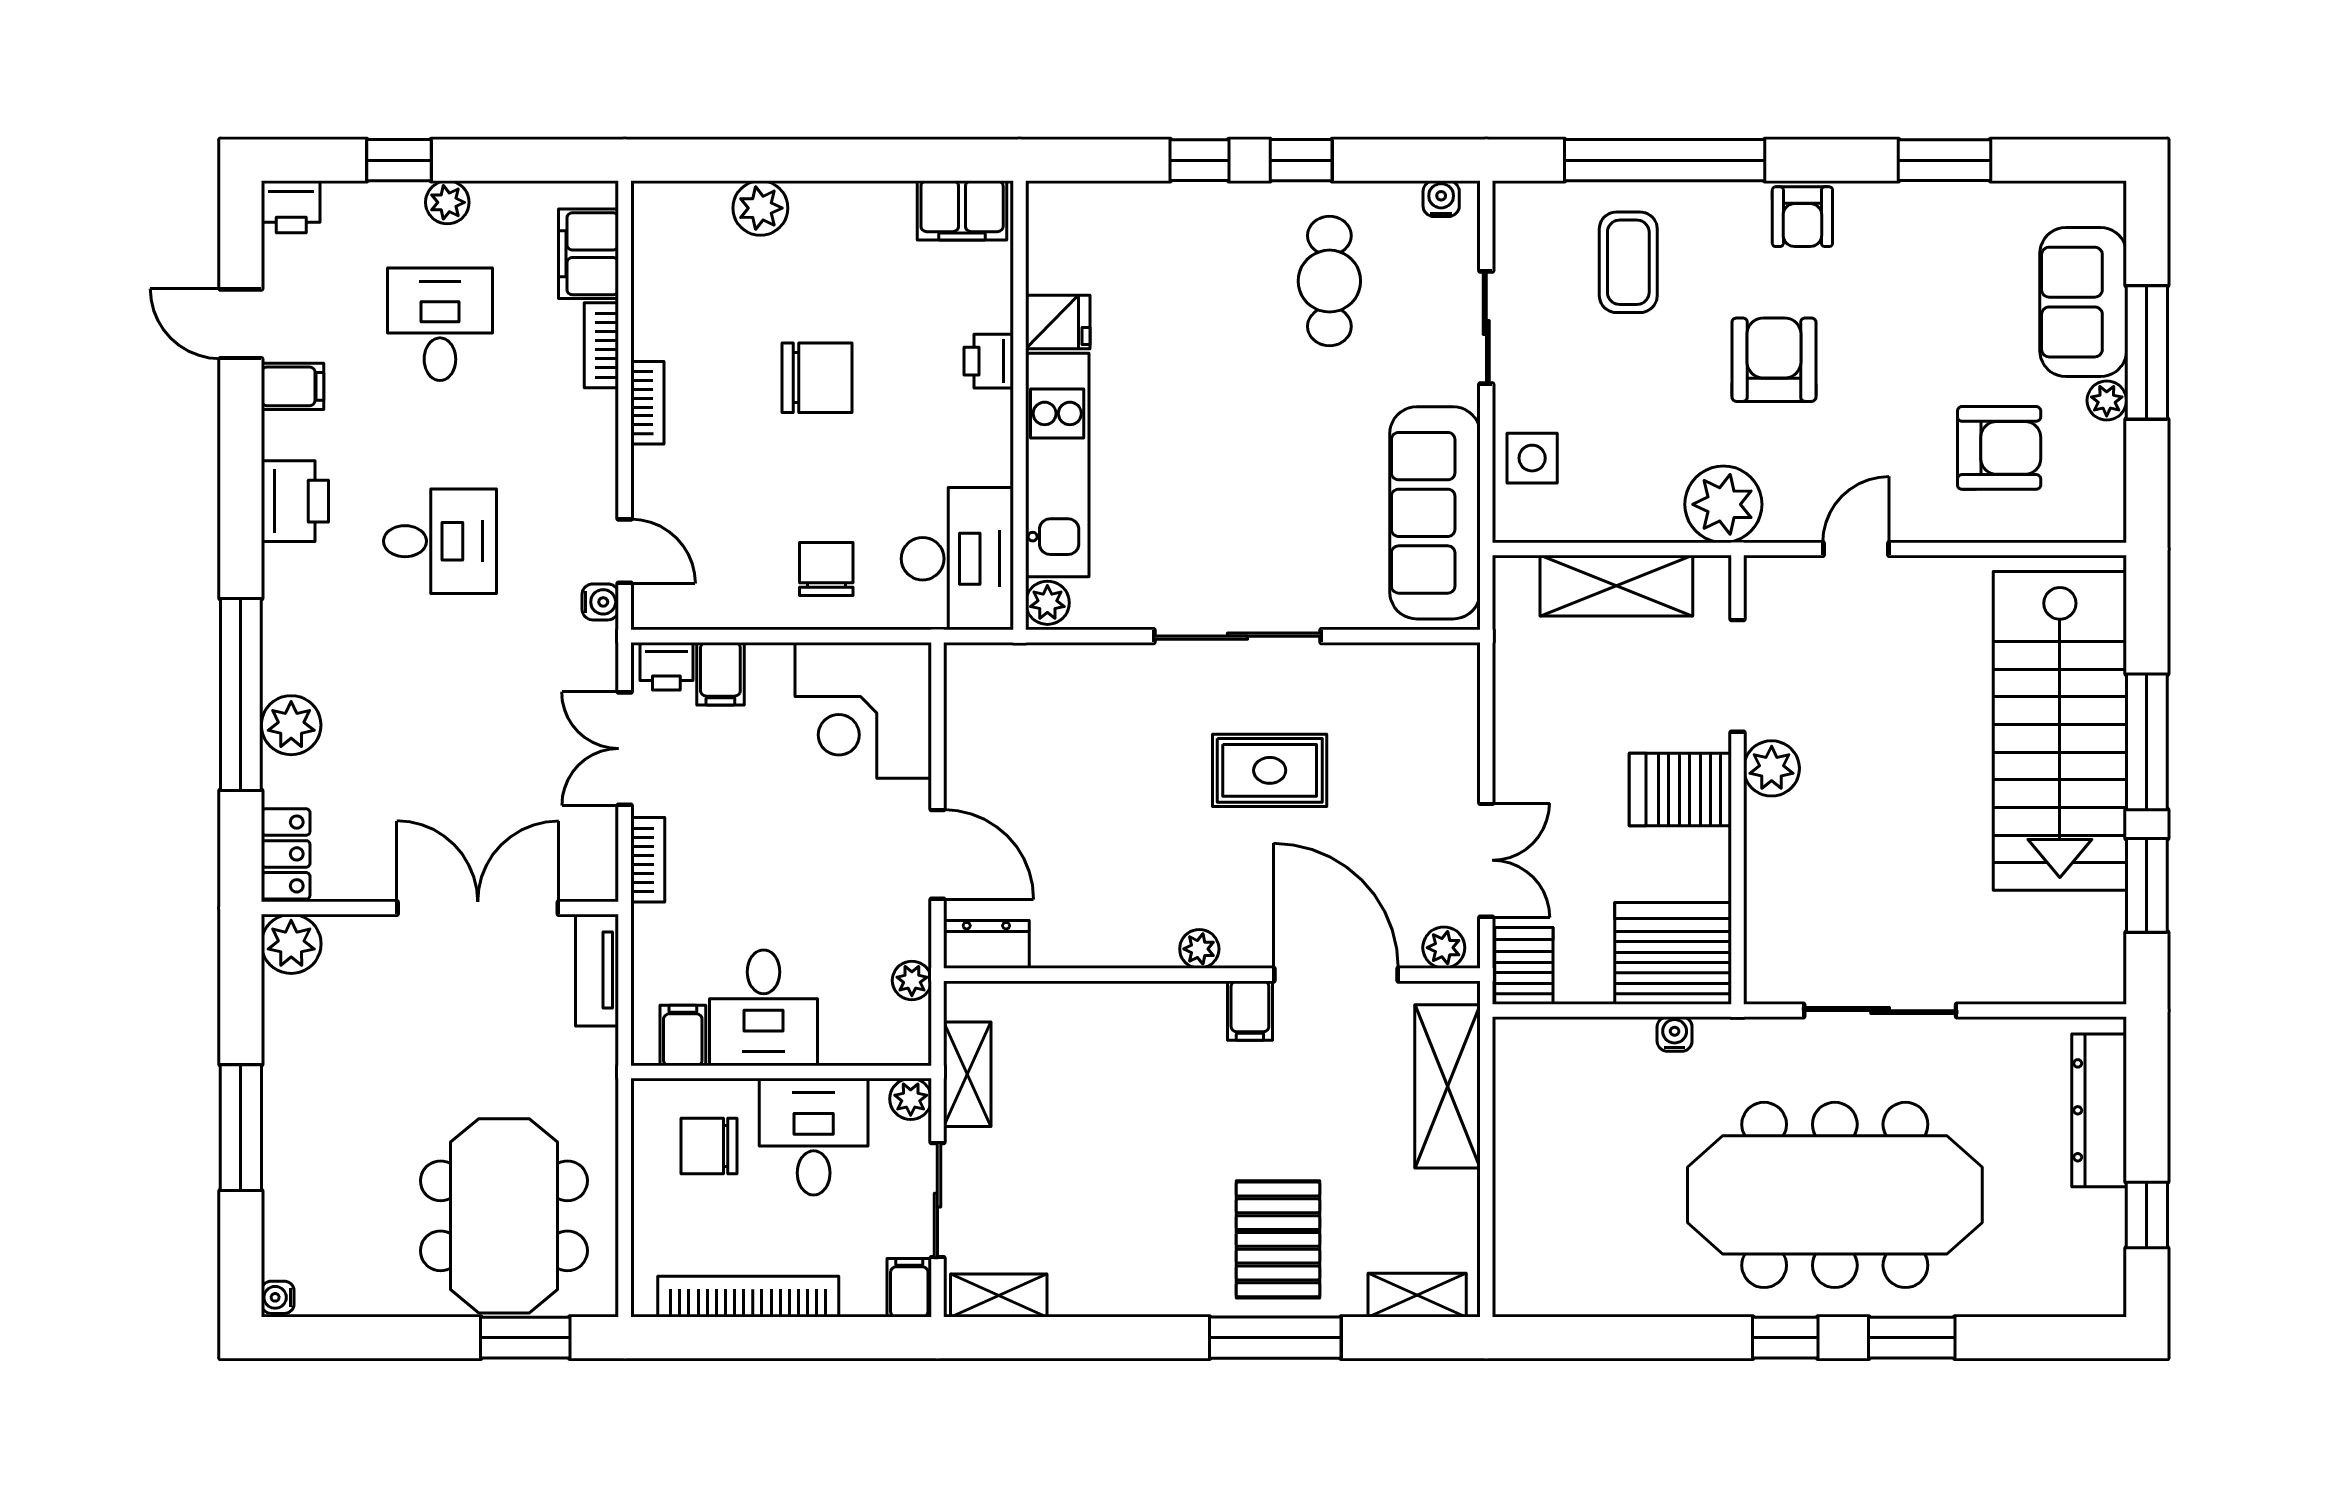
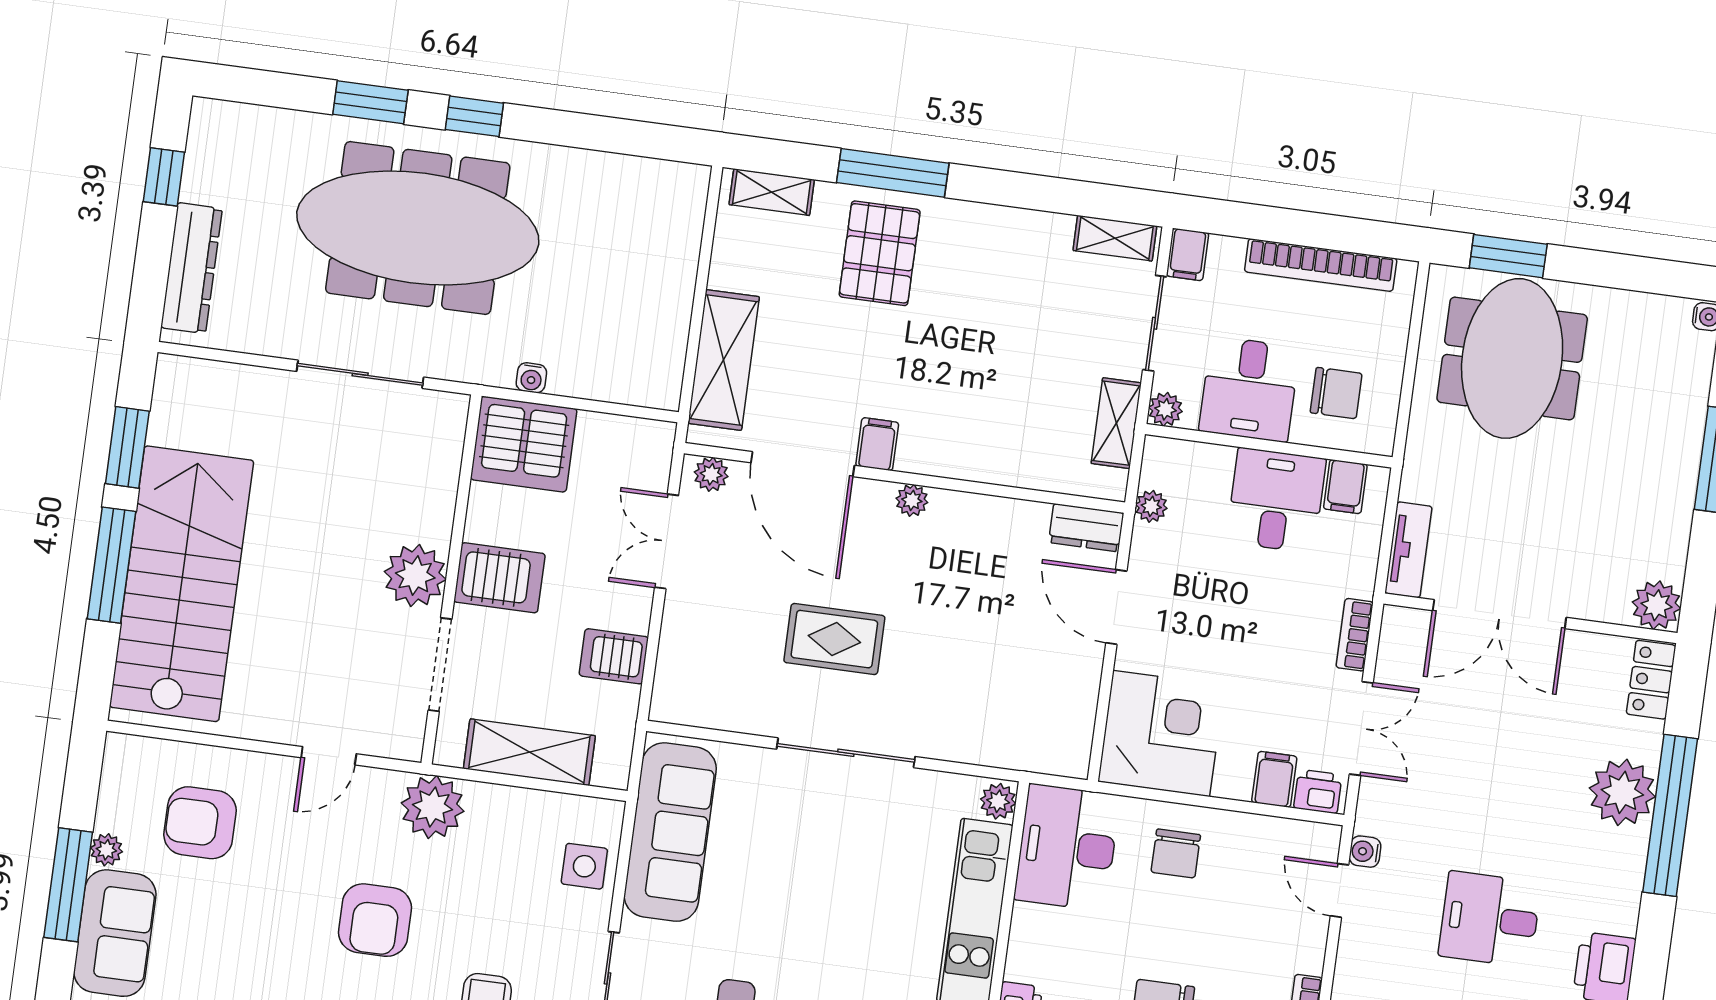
plant: (291, 725) -> (1622, 792), width x1.36, depth x1.36
plant: (1772, 768) -> (415, 576), width x1.36, depth x1.36
server rack: (1524, 966) -> (614, 656), moved, turned 90

